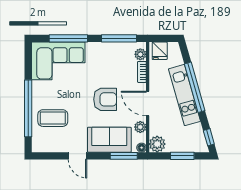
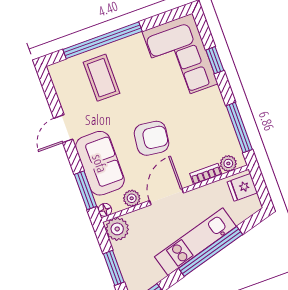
window: (68, 38) -> (215, 60), width x0.46
armchair: (105, 99) -> (152, 138), turned -83

